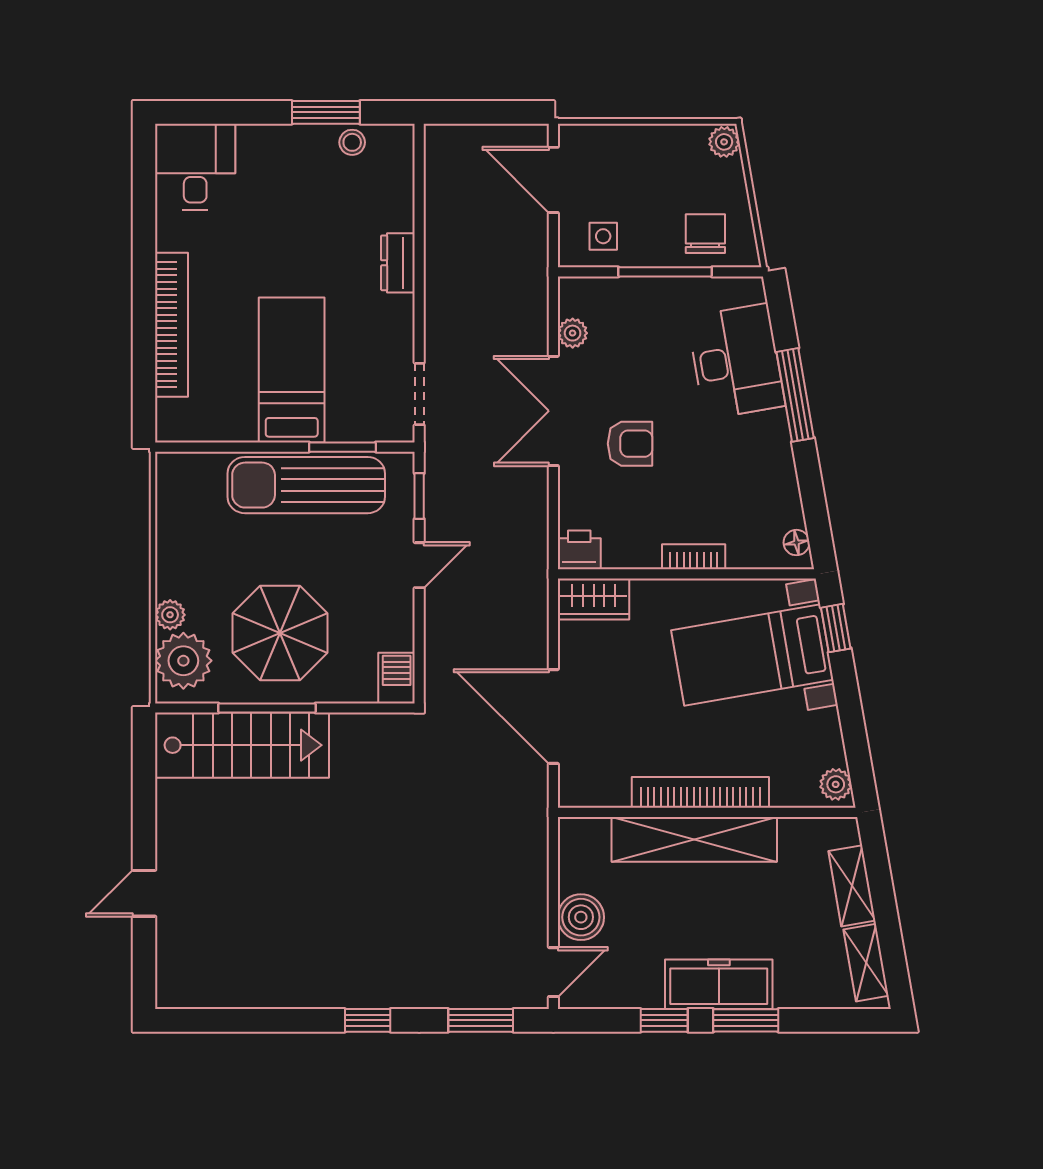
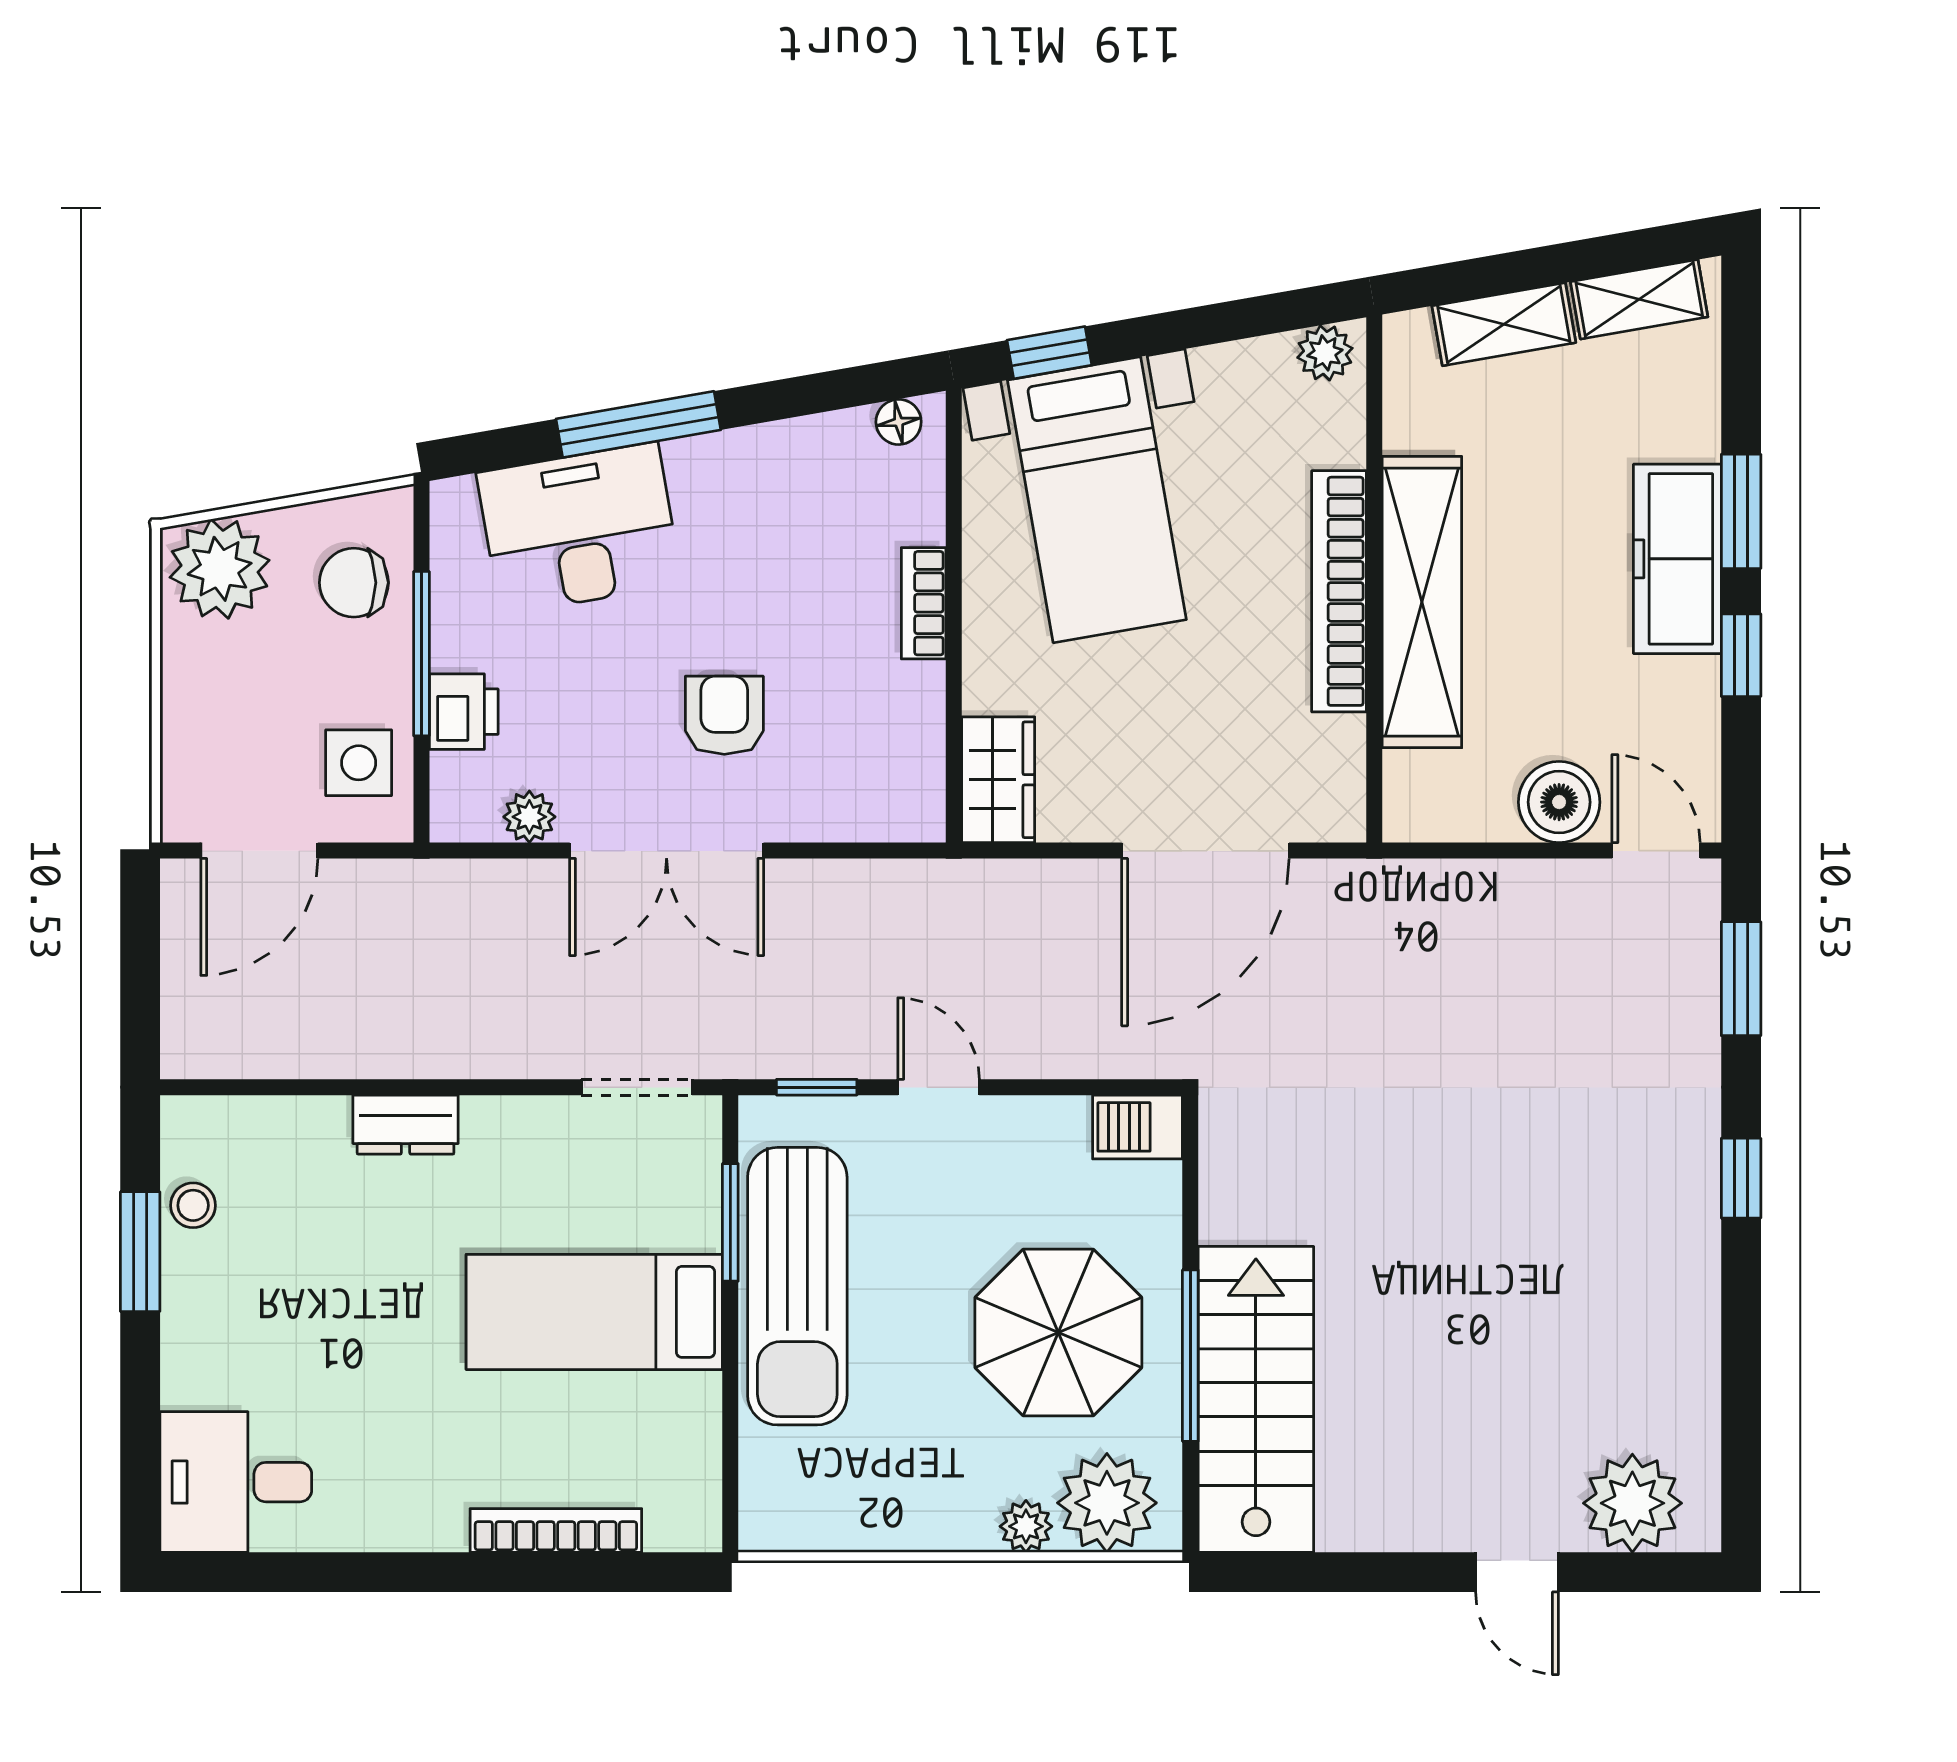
plant: (724, 142) -> (220, 569), width x1.88, depth x1.88
side table: (603, 236) -> (359, 763), width x1.37, depth x1.37
bookcase: (172, 325) -> (556, 1530), width x0.68, depth x0.76
printer: (579, 550) -> (464, 712), moved, turned 180
plant: (183, 959) -> (1632, 1503), added

